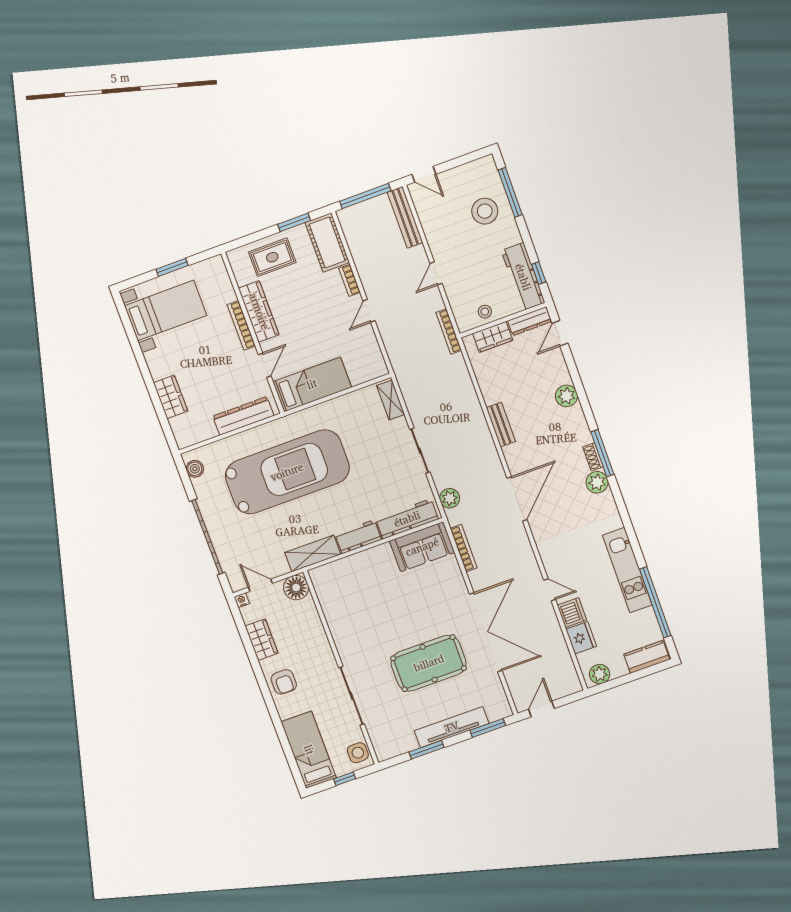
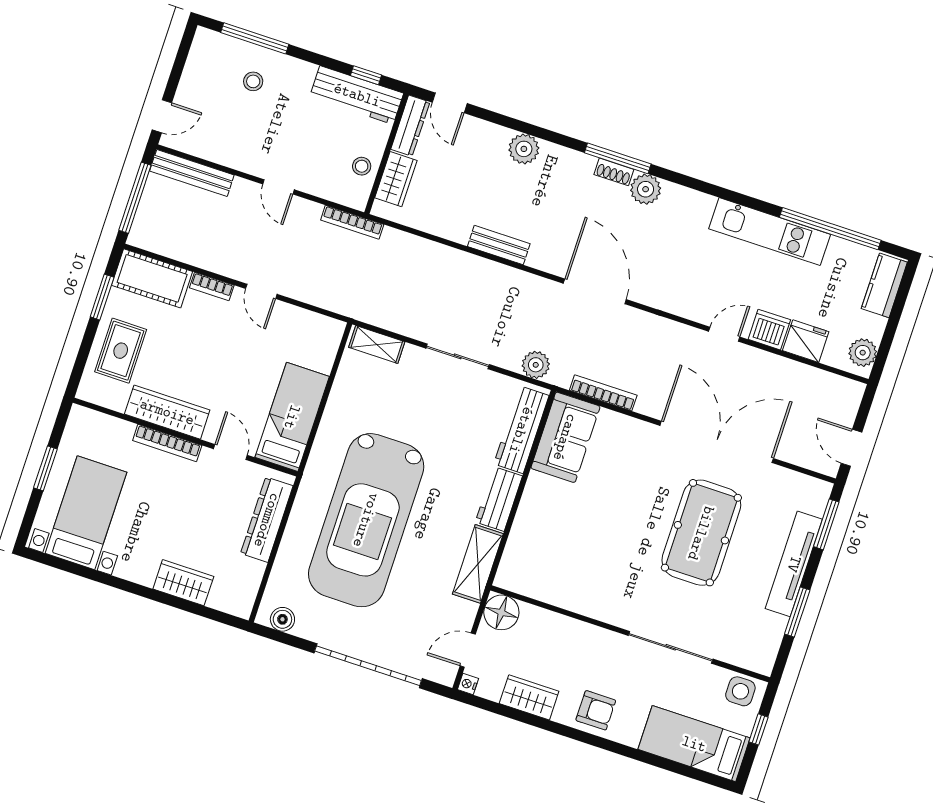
stool: (485, 211) -> (253, 81), width x0.53, depth x0.53
car: (287, 472) -> (366, 520), turned 180

